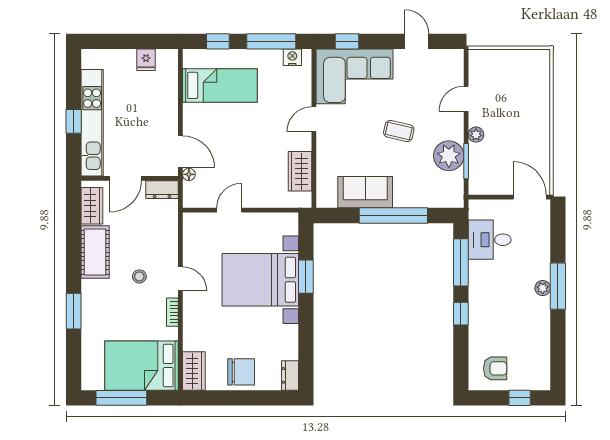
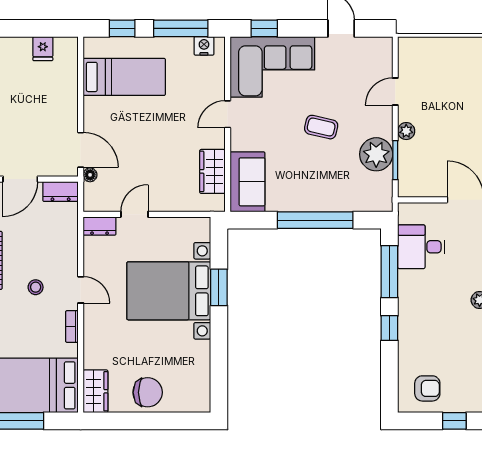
sofa: (365, 192) -> (247, 182), moved, turned 90
dresser: (290, 375) -> (100, 226), moved, turned -90

